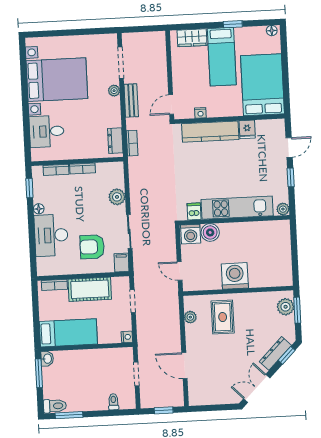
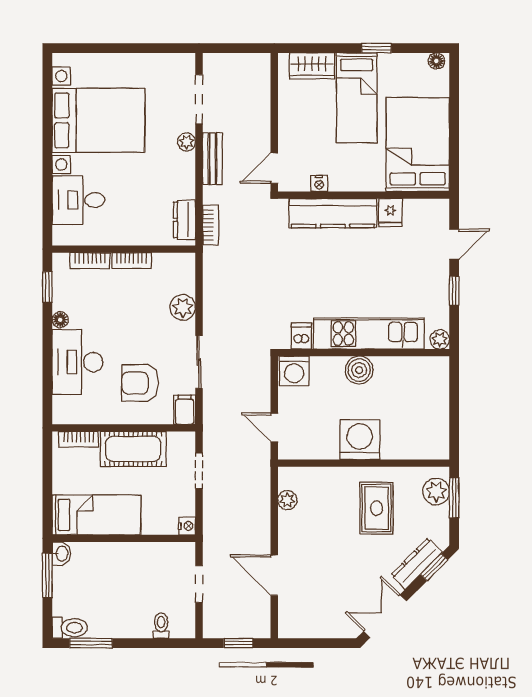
boiler: (210, 232) -> (359, 370), moved
rug: (223, 317) -> (377, 508), moved

